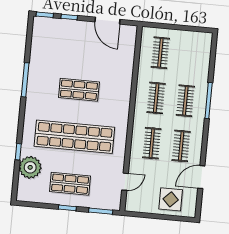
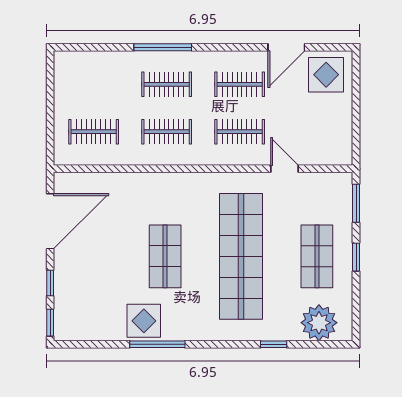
door: (107, 21) -> (50, 221), width x1.36
display table: (40, 73) -> (144, 321), added
plant: (30, 167) -> (319, 323), moved
door: (201, 177) -> (286, 47), hinge flipped
door: (125, 182) -> (285, 169), moved
display table: (171, 199) -> (326, 75), moved

